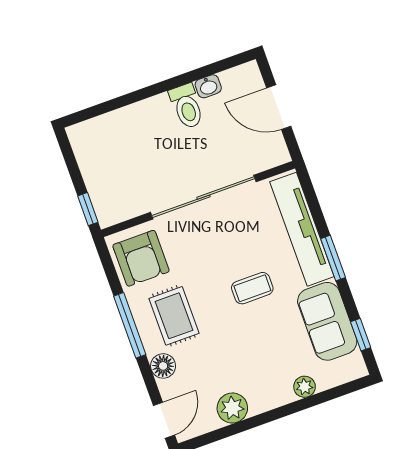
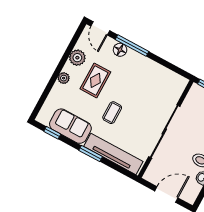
armchair: (141, 258) -> (167, 85), removed
rug: (174, 316) -> (95, 80), moved, turned 90
window: (130, 325) -> (132, 45), moved
plant: (305, 387) -> (64, 78), moved

